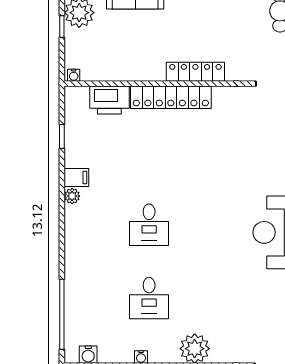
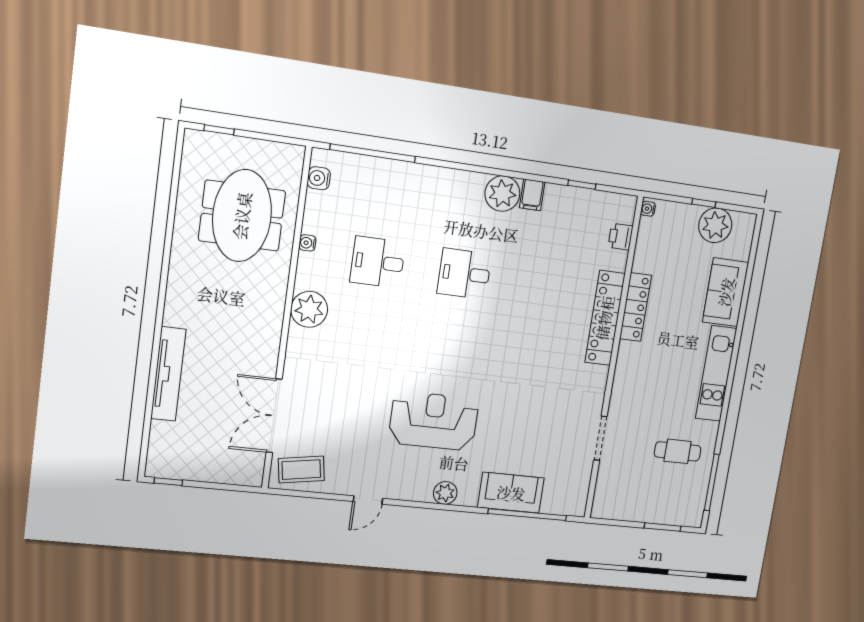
locker: (195, 72) -> (635, 307), moved
printer: (109, 100) -> (621, 237), width x0.53, depth x0.68
plant: (72, 196) -> (502, 194), width x1.88, depth x1.88

